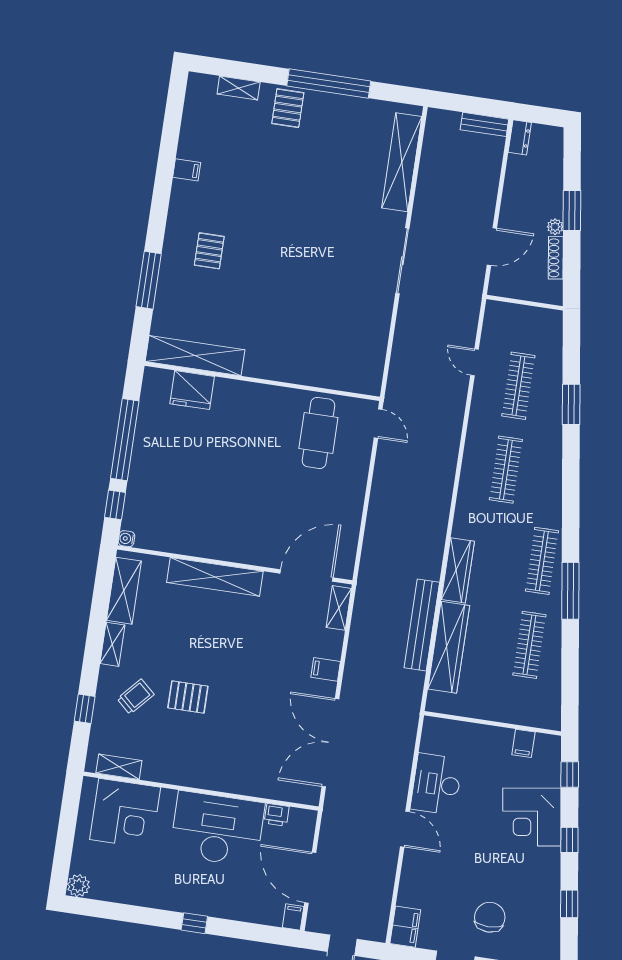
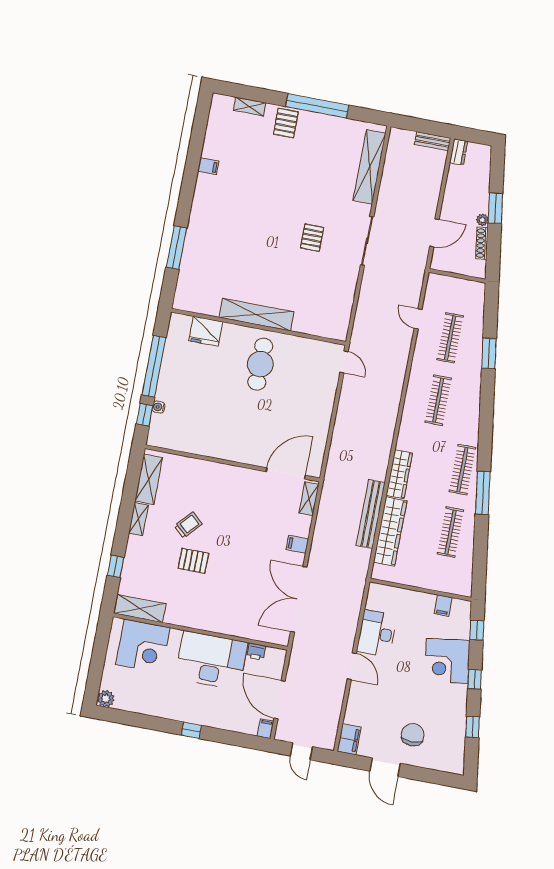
pallet: (209, 251) -> (312, 238), moved
shelving: (195, 356) -> (257, 315), moved
cafe table: (318, 433) -> (260, 364), moved
water cooler: (126, 539) -> (159, 407), moved
shelving: (215, 577) -> (217, 472), removed
trolley: (136, 697) -> (188, 525), moved
shelving: (119, 767) -> (140, 609), width x1.50, depth x1.33

